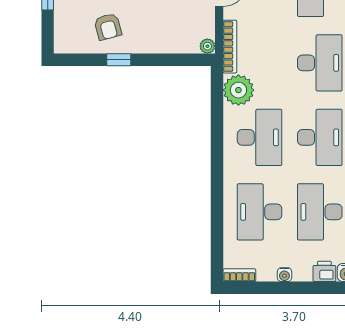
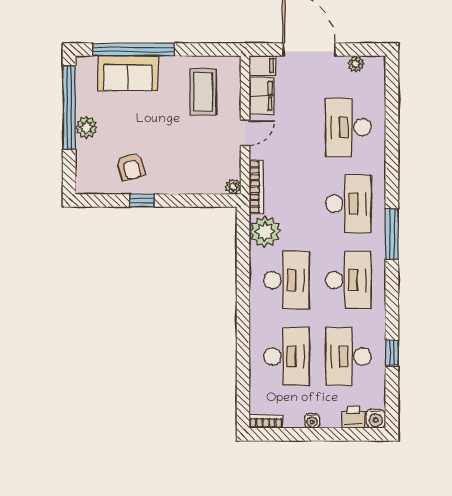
desk: (260, 212) -> (287, 356), turned 180

